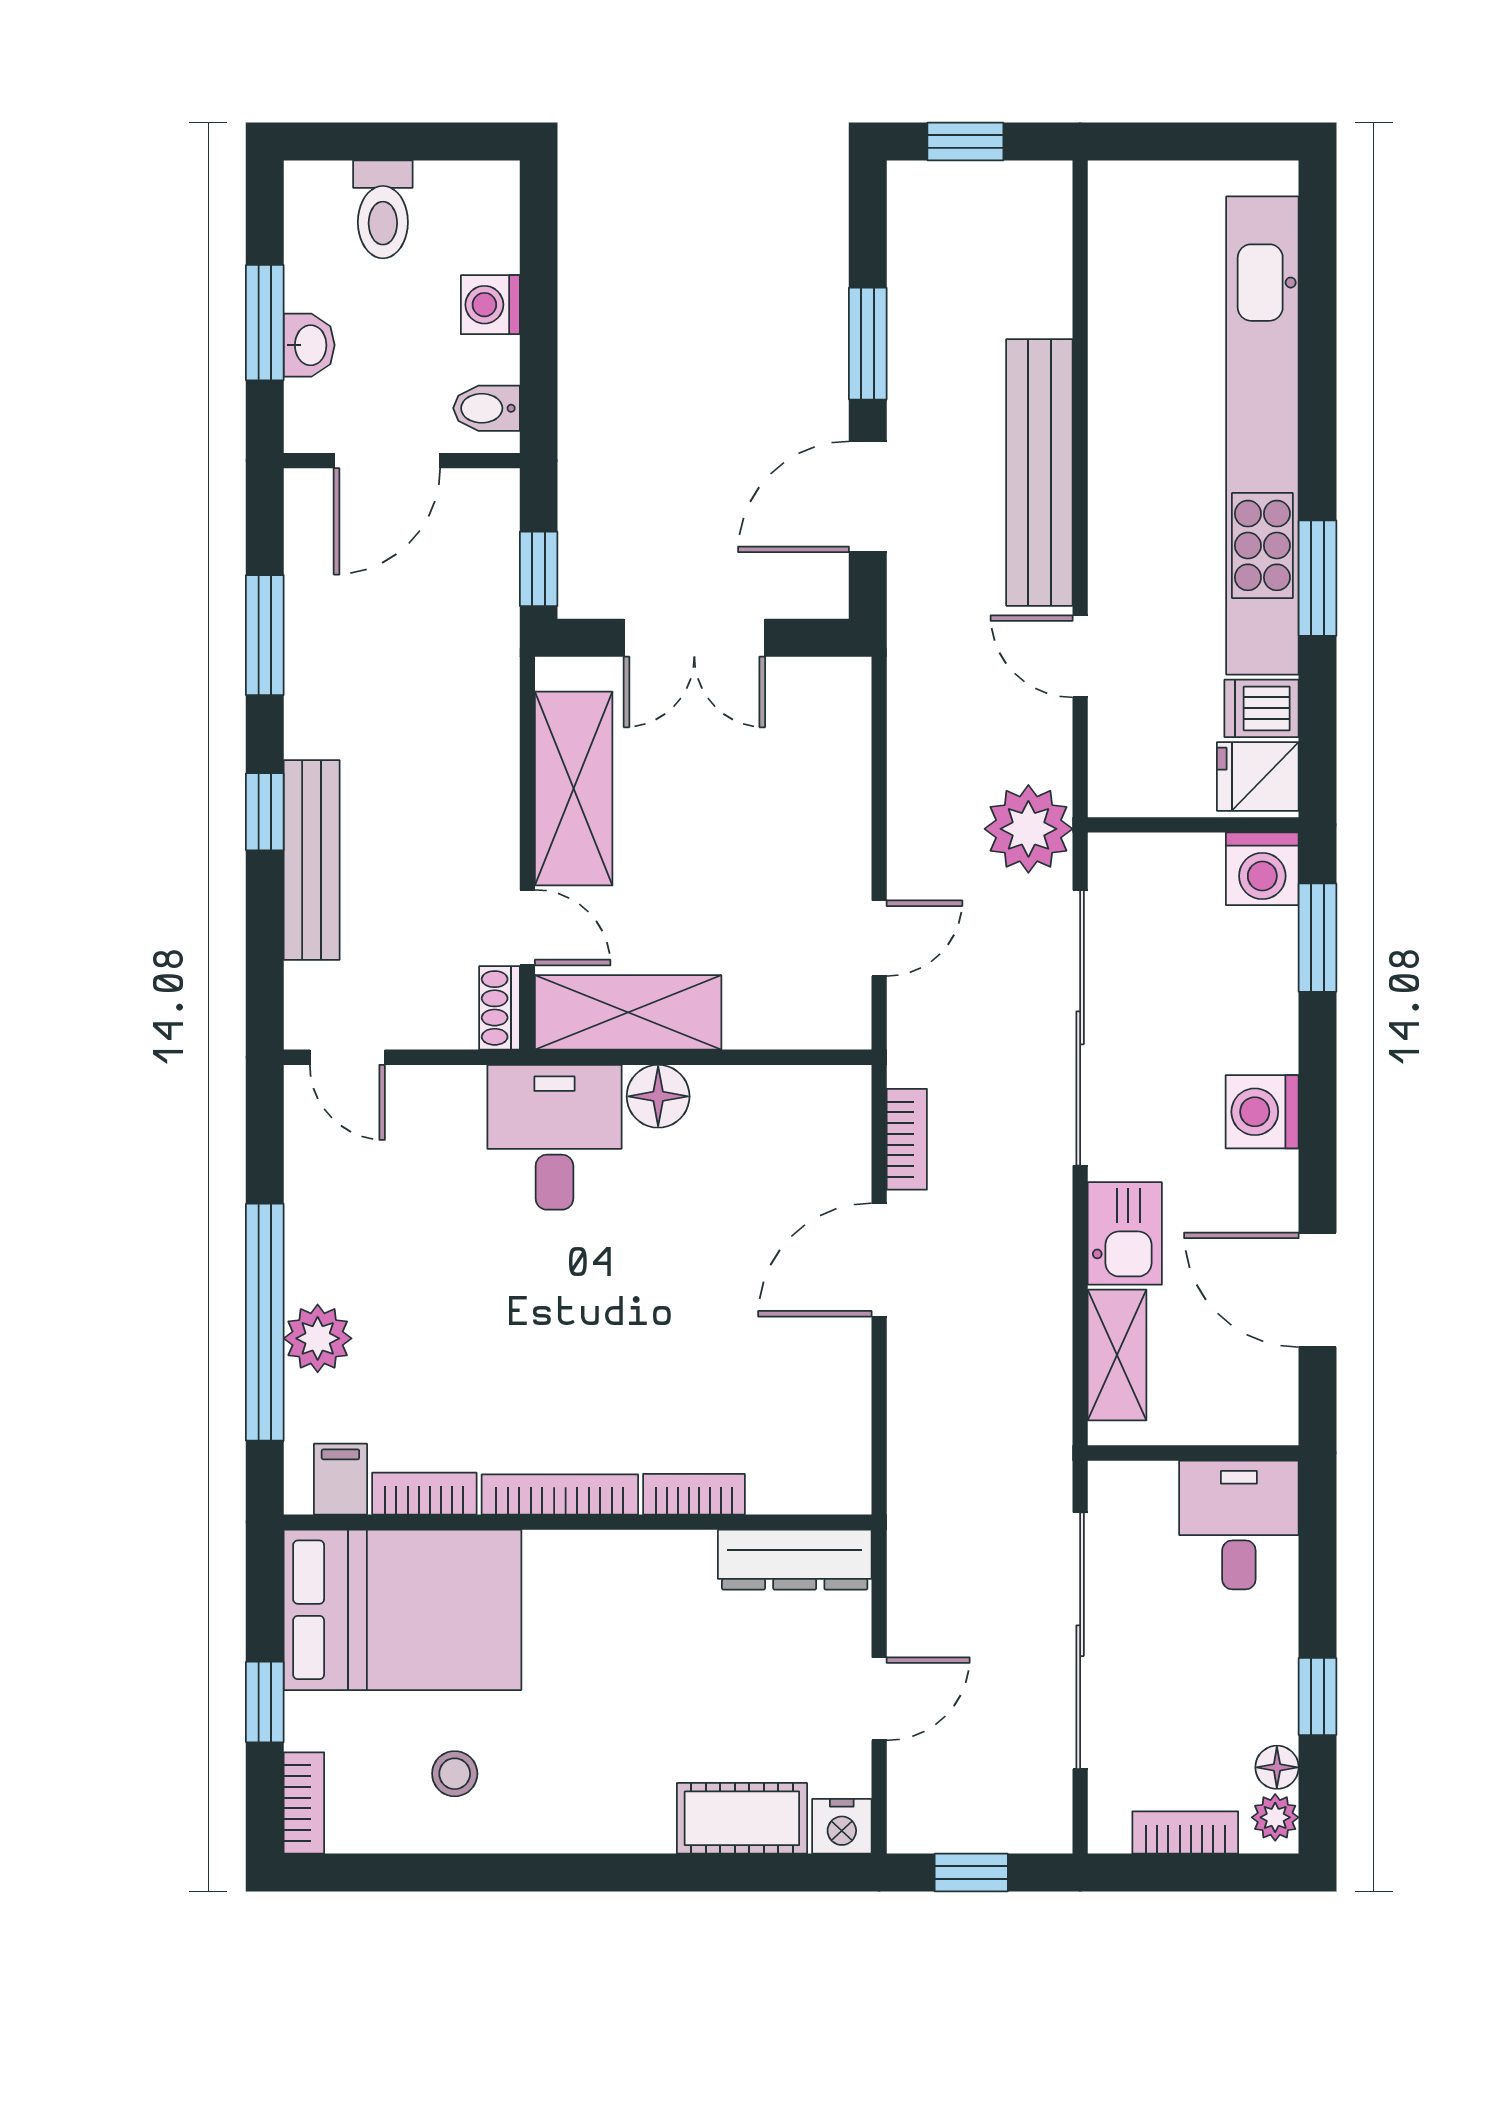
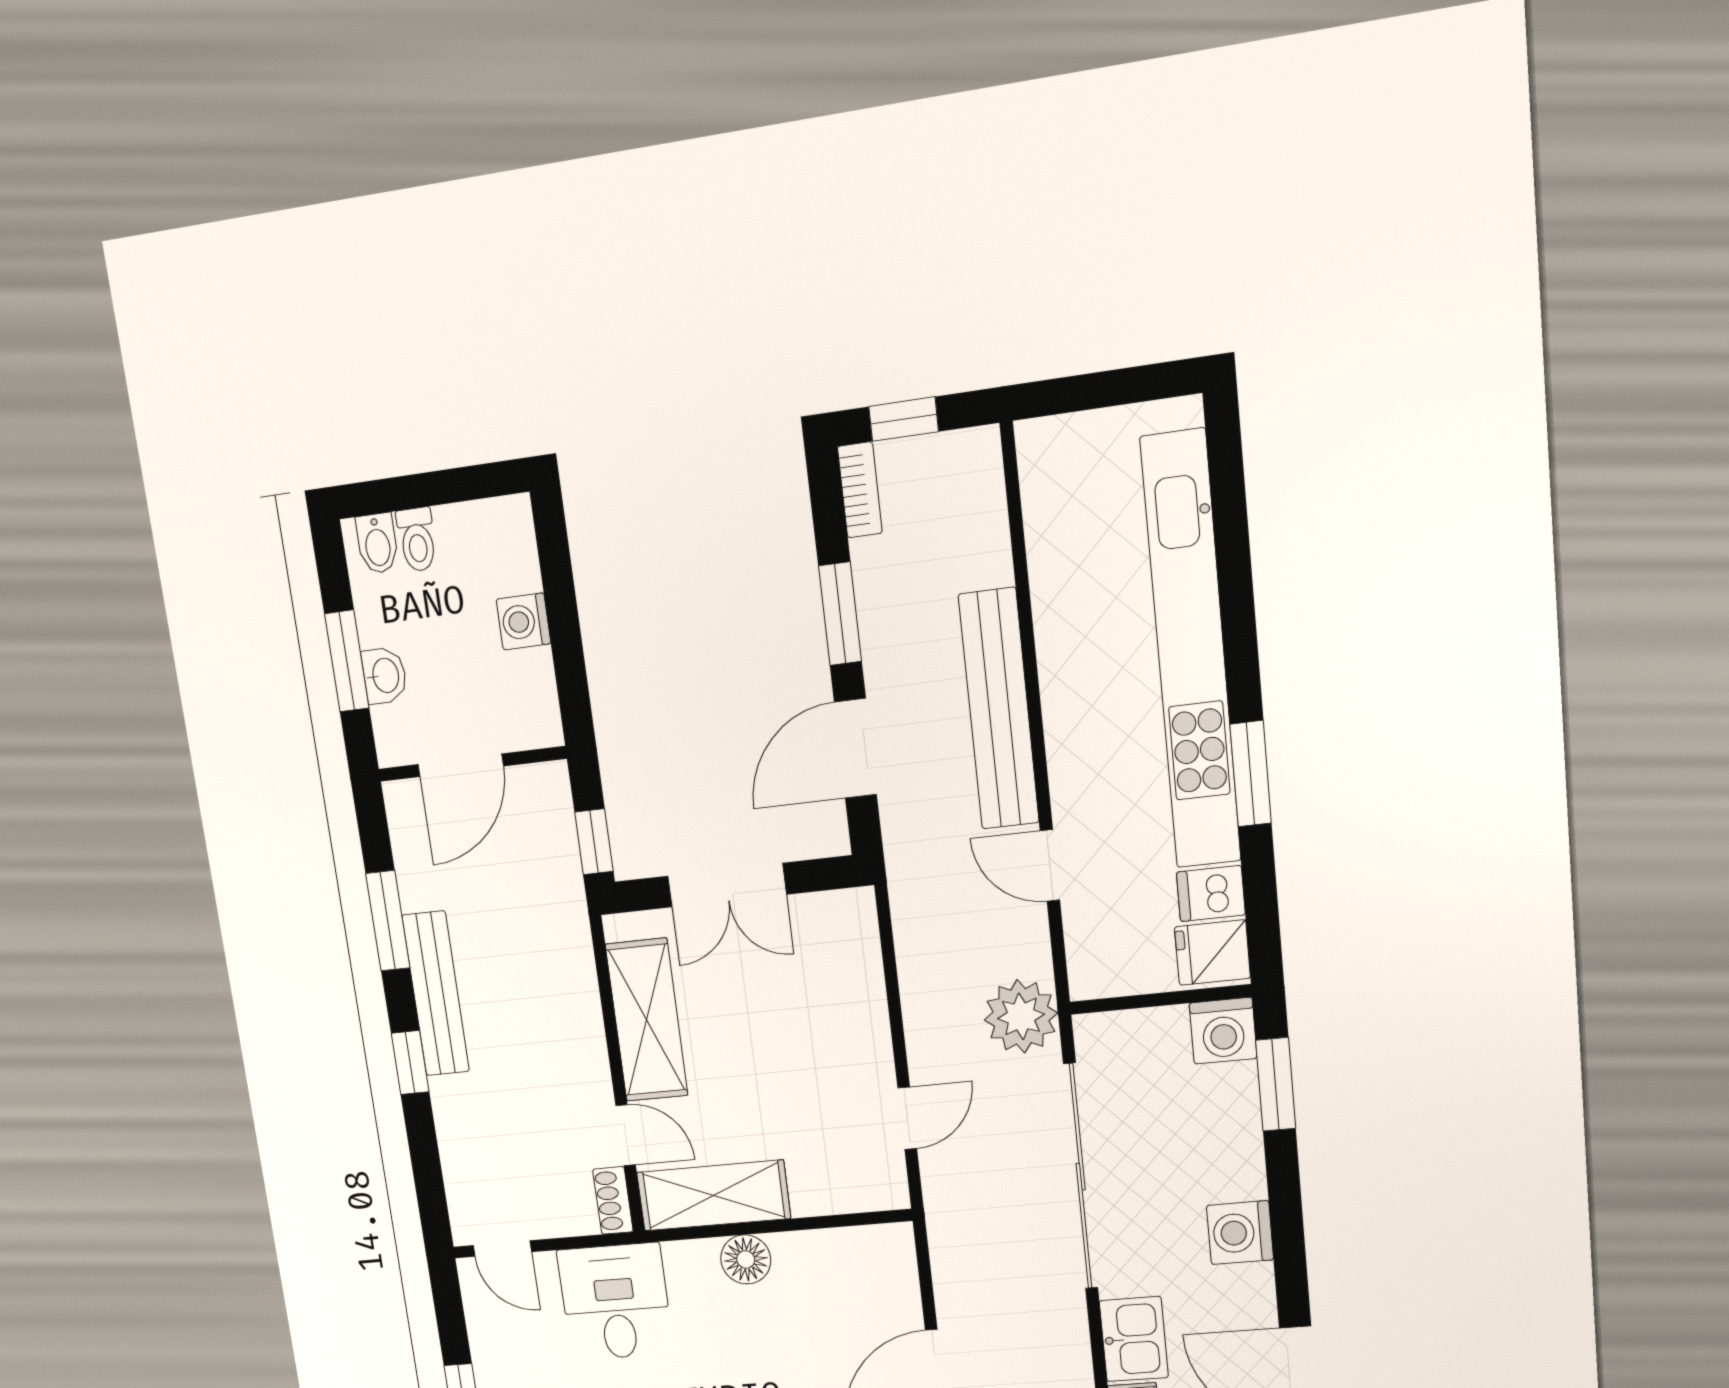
toilet: (383, 209) -> (417, 540), width x0.73, depth x0.72
bidet: (486, 408) -> (377, 543), moved, turned -90
bench: (312, 860) -> (436, 994), moved
desk: (554, 1137) -> (615, 1302), moved
bookcase: (907, 1139) -> (860, 490), moved

